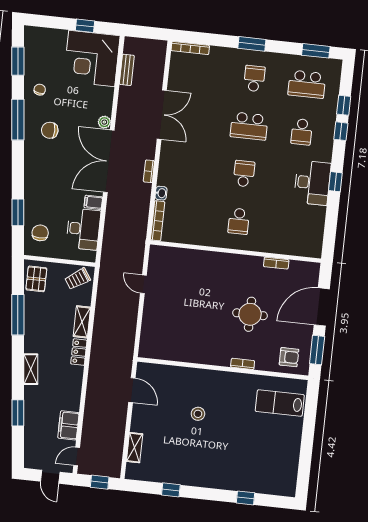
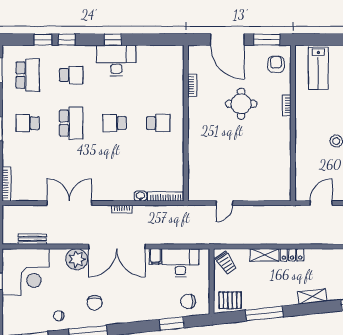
plant: (104, 122) -> (77, 259), width x1.87, depth x1.87

